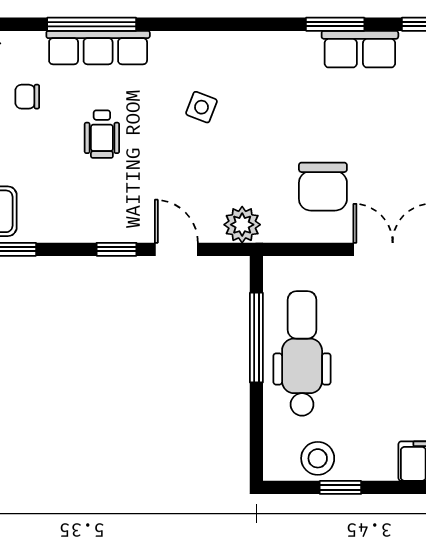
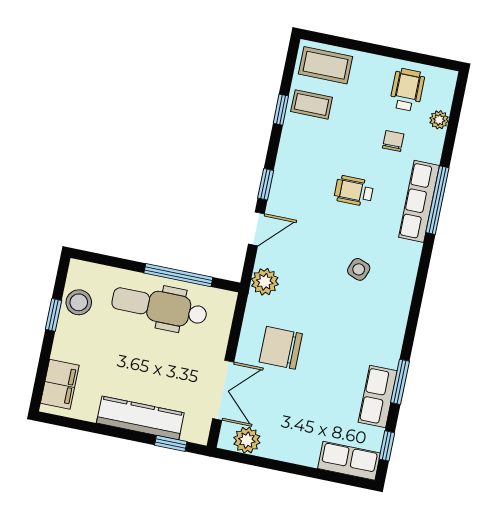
dental chair: (302, 353) -> (159, 307), turned 180

